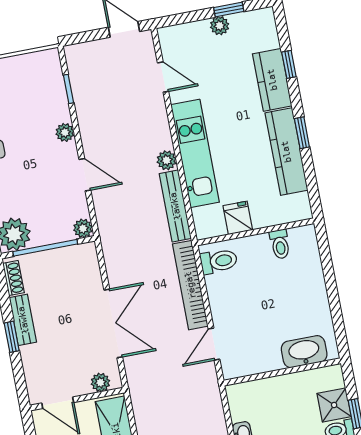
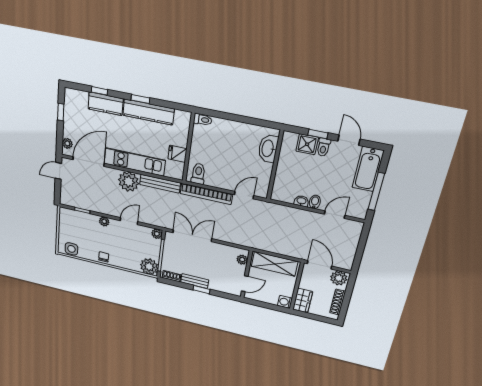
plant: (220, 26) -> (67, 143), moved
door: (163, 77) -> (88, 161), width x1.88
plant: (167, 160) -> (129, 182), width x1.88, depth x1.88
toilet: (280, 244) -> (203, 120), moved
double door: (113, 323) -> (192, 236), moved
door: (214, 344) -> (244, 195), swing flipped

